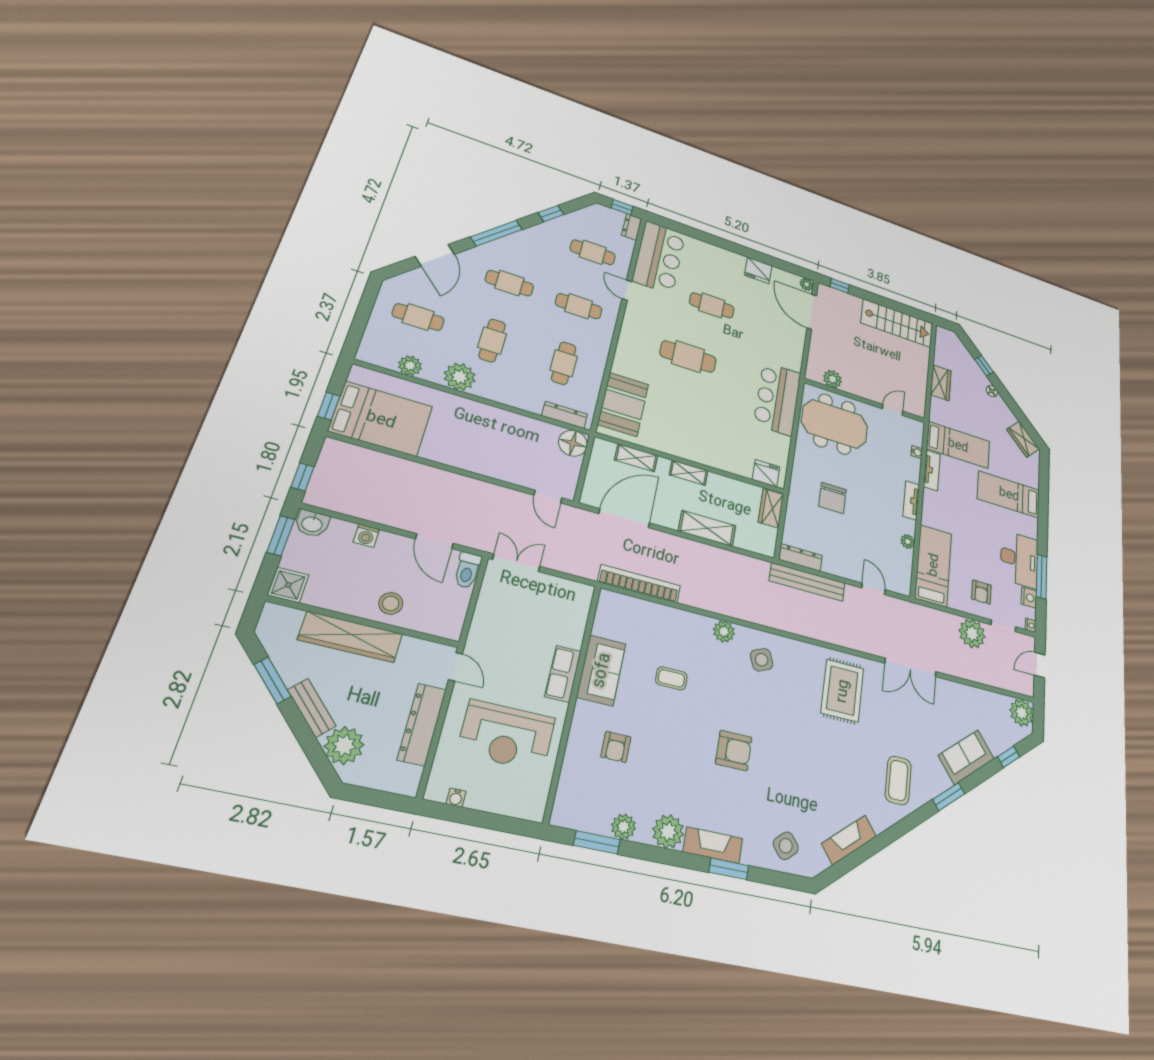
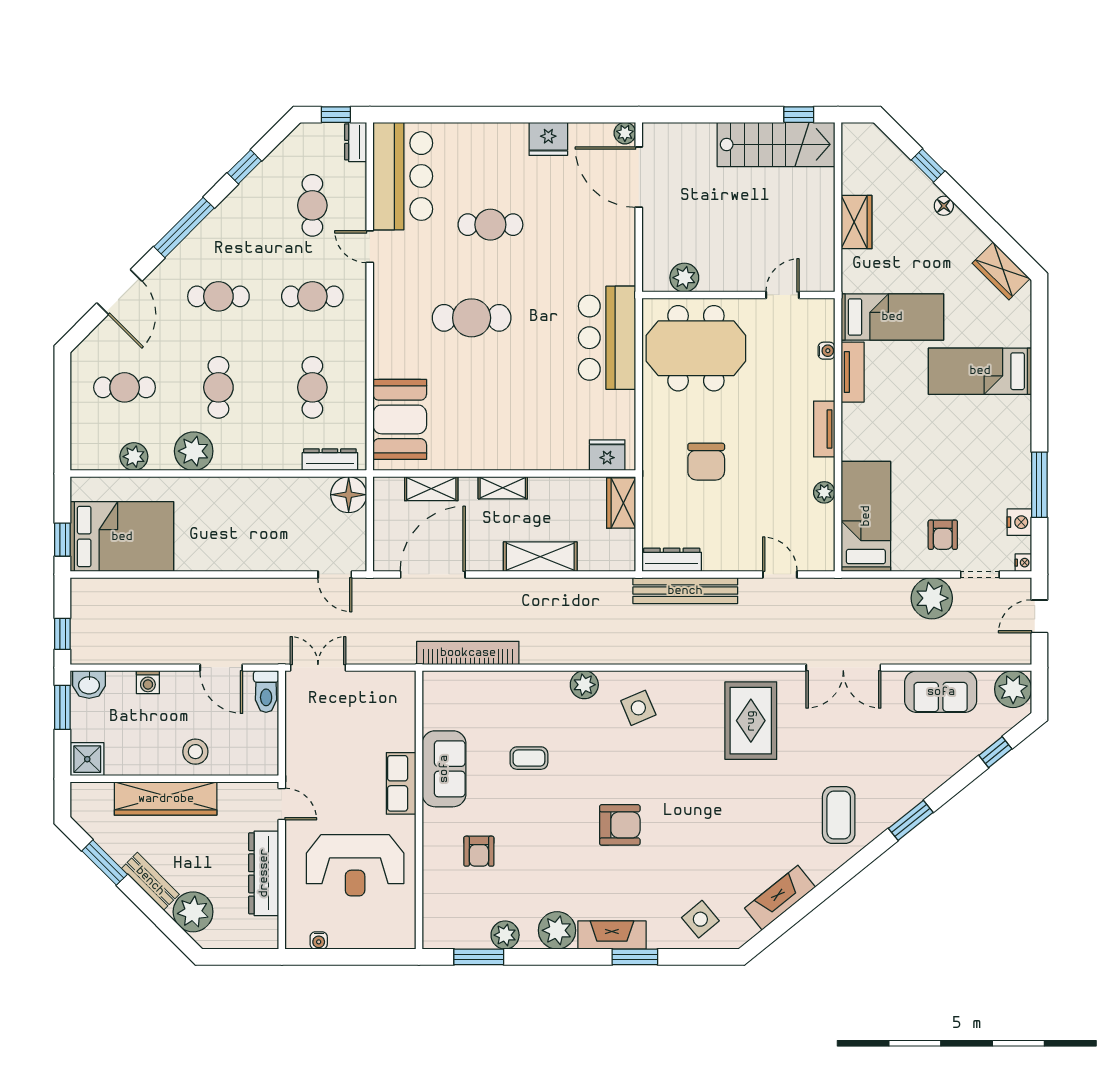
cafe table: (593, 252) -> (312, 205), turned 90
window: (840, 286) -> (799, 115), moved
desk: (1019, 559) -> (1001, 469), removed
sofa: (966, 757) -> (941, 692), moved, turned -141

